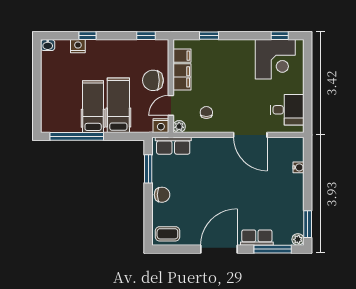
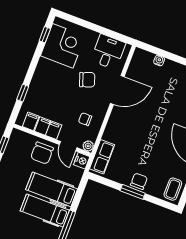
chair: (249, 99) -> (87, 80), added
window: (148, 169) -> (133, 192), moved

